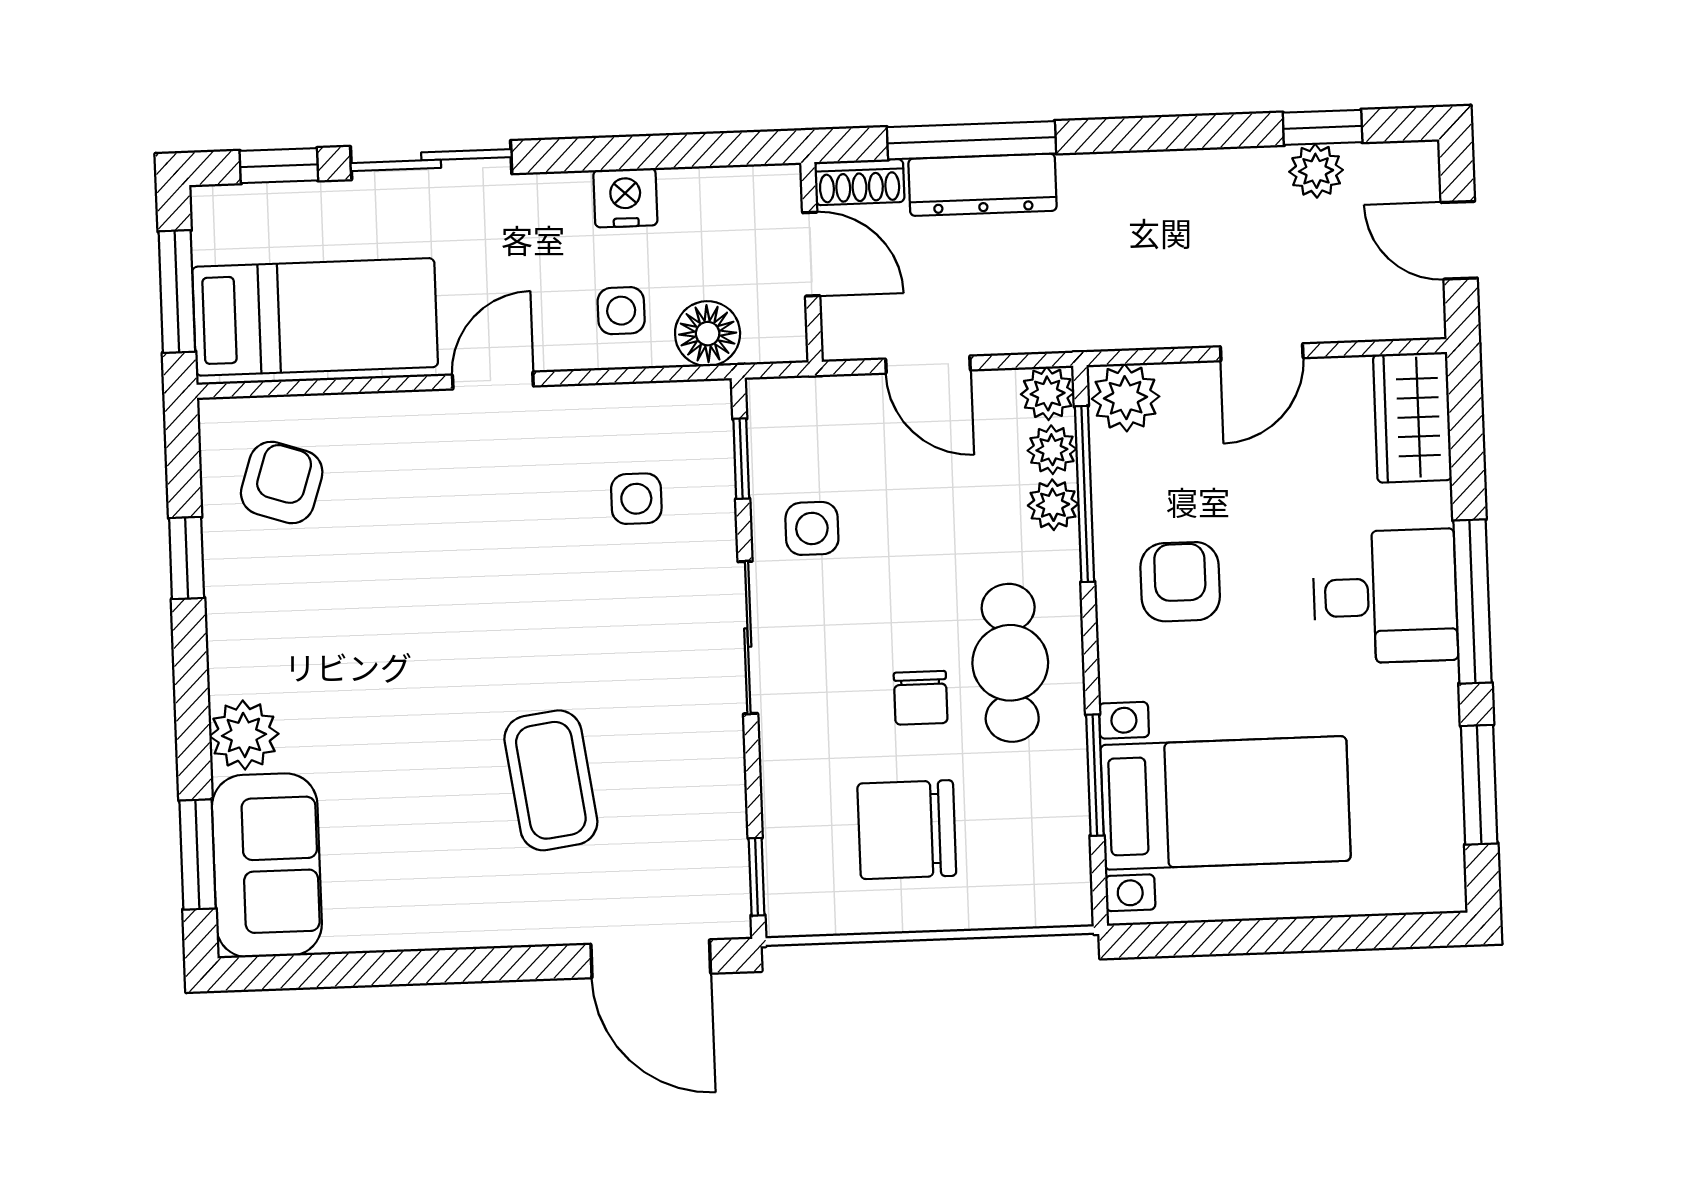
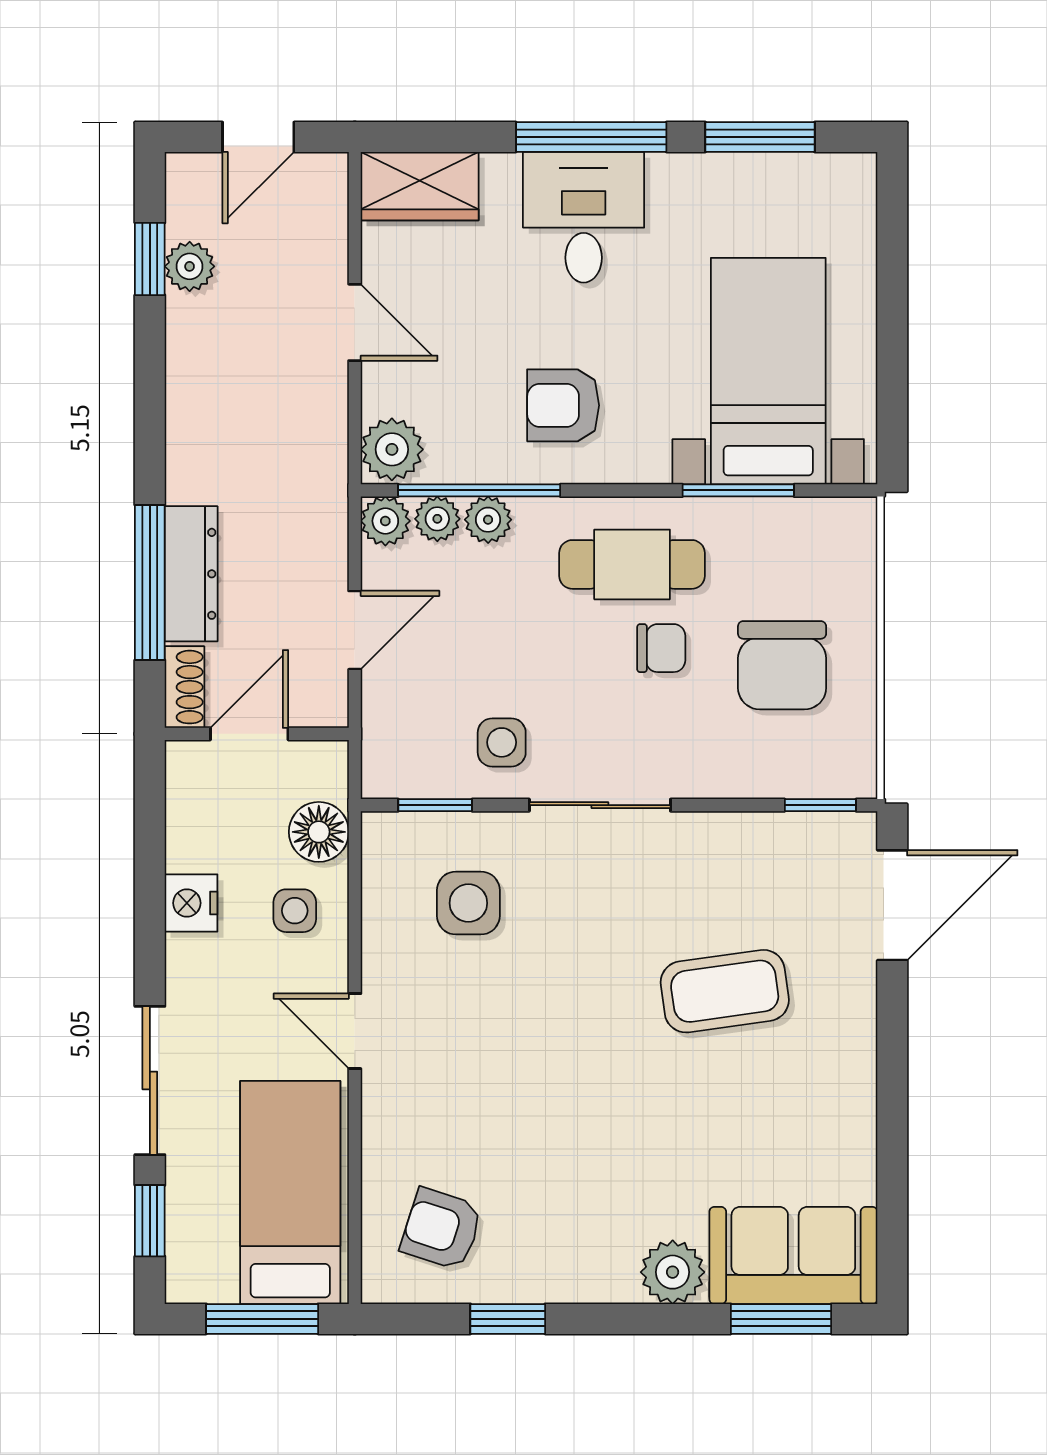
side table: (636, 499) -> (468, 903), width x1.37, depth x1.37

